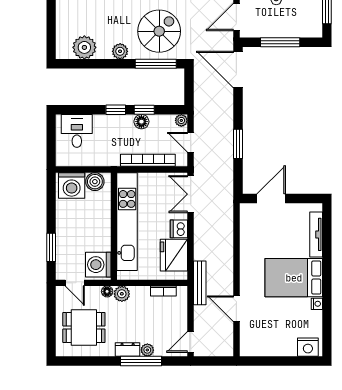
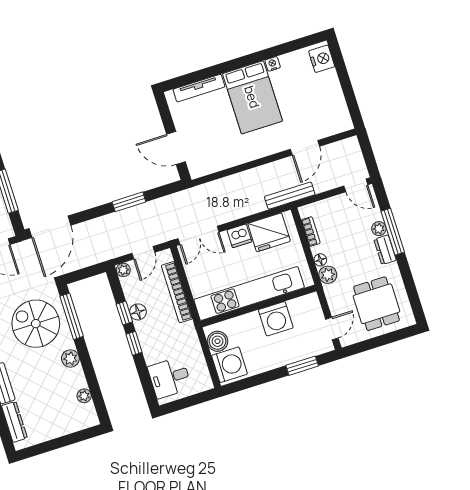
plant: (84, 47) -> (84, 396), width x0.53, depth x0.53
washing machine: (98, 265) -> (276, 319), moved
floor lamp: (107, 291) -> (320, 260), moved

